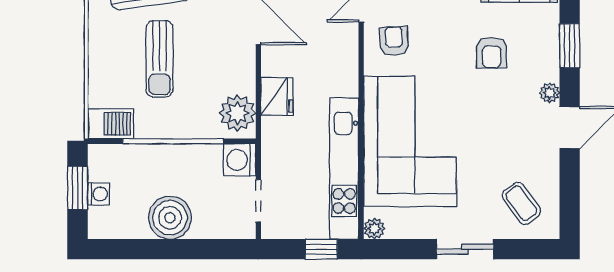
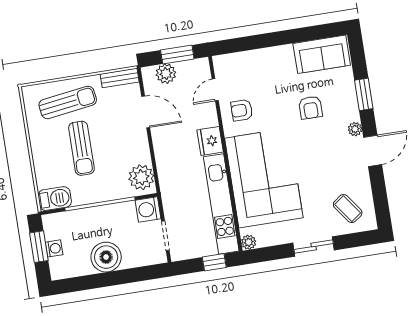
armchair: (394, 41) -> (242, 110), turned -87
fridge: (277, 97) -> (210, 141), moved, turned 180

